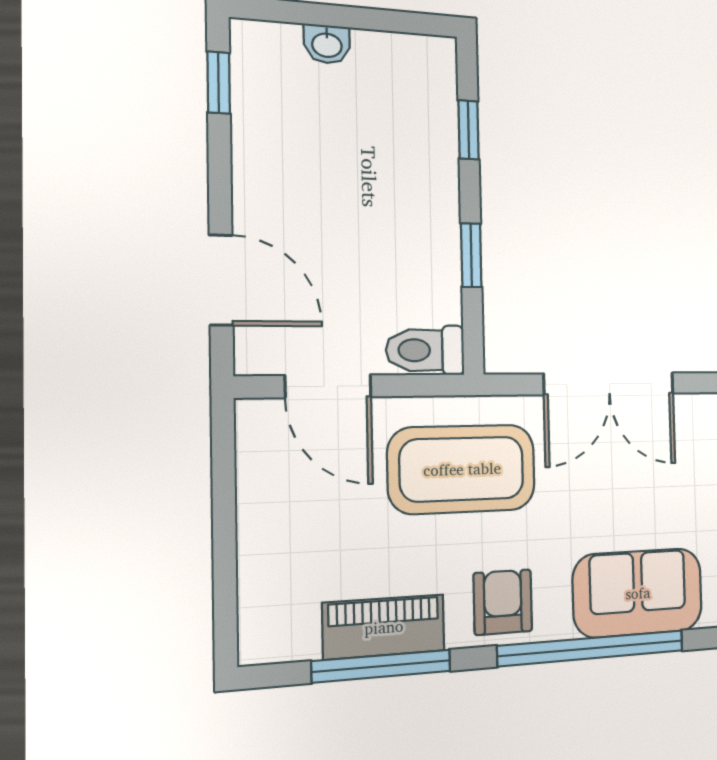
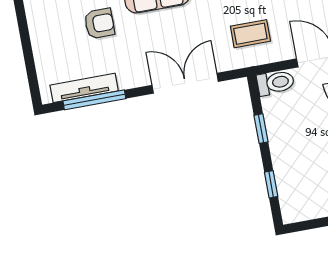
coffee table: (462, 469) -> (250, 34), width x0.54, depth x0.58

